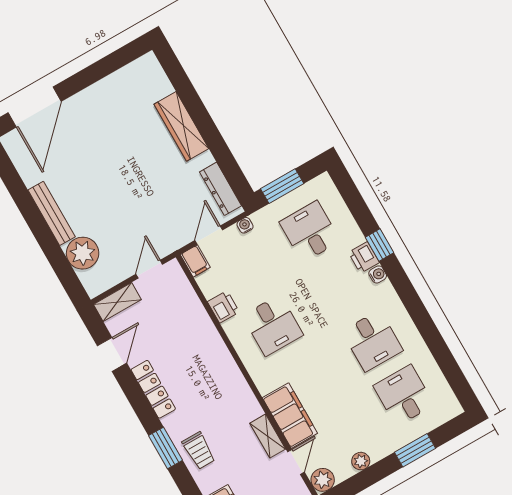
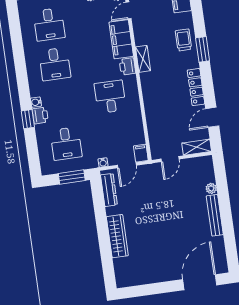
plant: (83, 253) -> (211, 188), width x0.53, depth x0.53
printer: (223, 307) -> (127, 66), moved
desk: (372, 341) -> (55, 64), turned 180
shelving: (268, 436) -> (143, 59), moved

